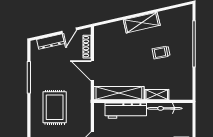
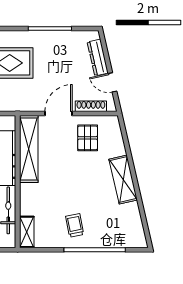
pallet: (111, 49) -> (88, 138), added
trolley: (161, 52) -> (75, 225), moved
shelving: (157, 95) -> (27, 232), moved

